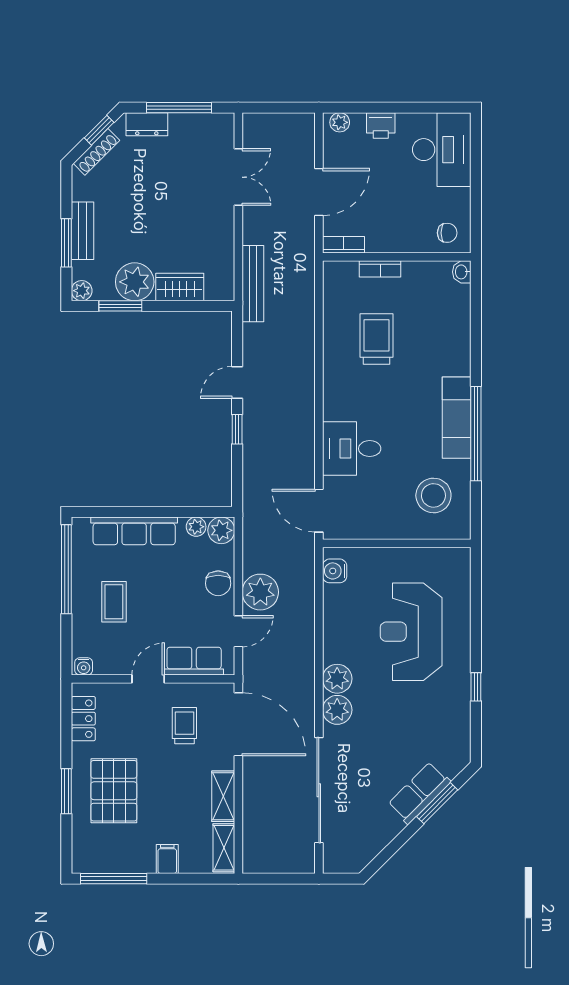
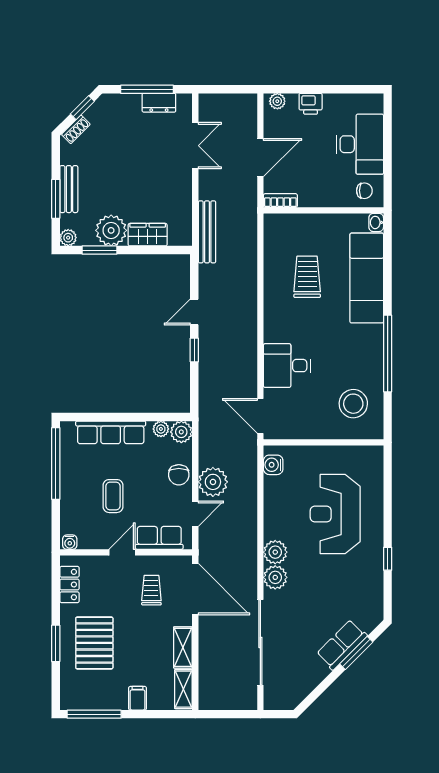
dresser: (147, 124) -> (159, 103), moved
desk: (442, 150) -> (360, 144), moved
shoe rack: (96, 152) -> (76, 129), width x0.70
bookcase: (380, 269) -> (310, 220), removed
exam couch: (457, 418) -> (367, 278), moved, width x1.36, depth x1.45
coffee table: (114, 602) -> (113, 496), moved

